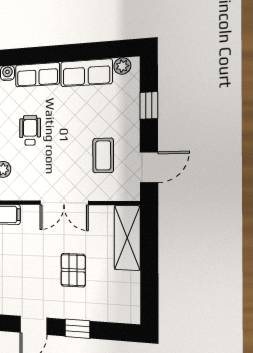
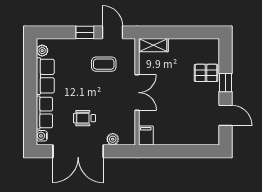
window: (149, 105) -> (85, 32), moved
shelving: (127, 238) -> (153, 45), width x0.67, depth x0.75
pallet: (73, 270) -> (206, 73), moved

